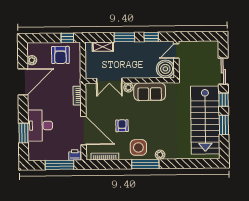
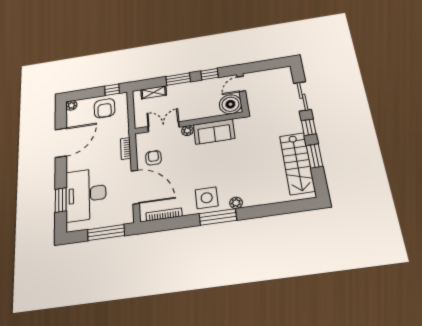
plant: (32, 60) -> (71, 105), moved
double door: (109, 81) -> (164, 127), swing flipped
stairs: (205, 120) -> (297, 163), width x0.73, depth x0.66
desk: (40, 126) -> (86, 194), width x1.36, depth x1.30
armchair: (122, 126) -> (153, 158), moved
printer: (75, 155) -> (125, 218), removed

